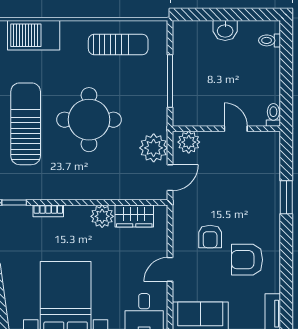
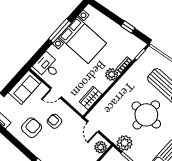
plant: (154, 148) -> (125, 143), moved
plant: (102, 216) -> (112, 74), moved
door: (170, 269) -> (56, 93), swing flipped

